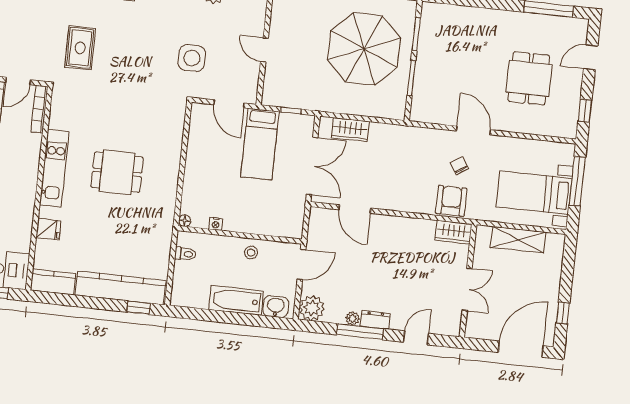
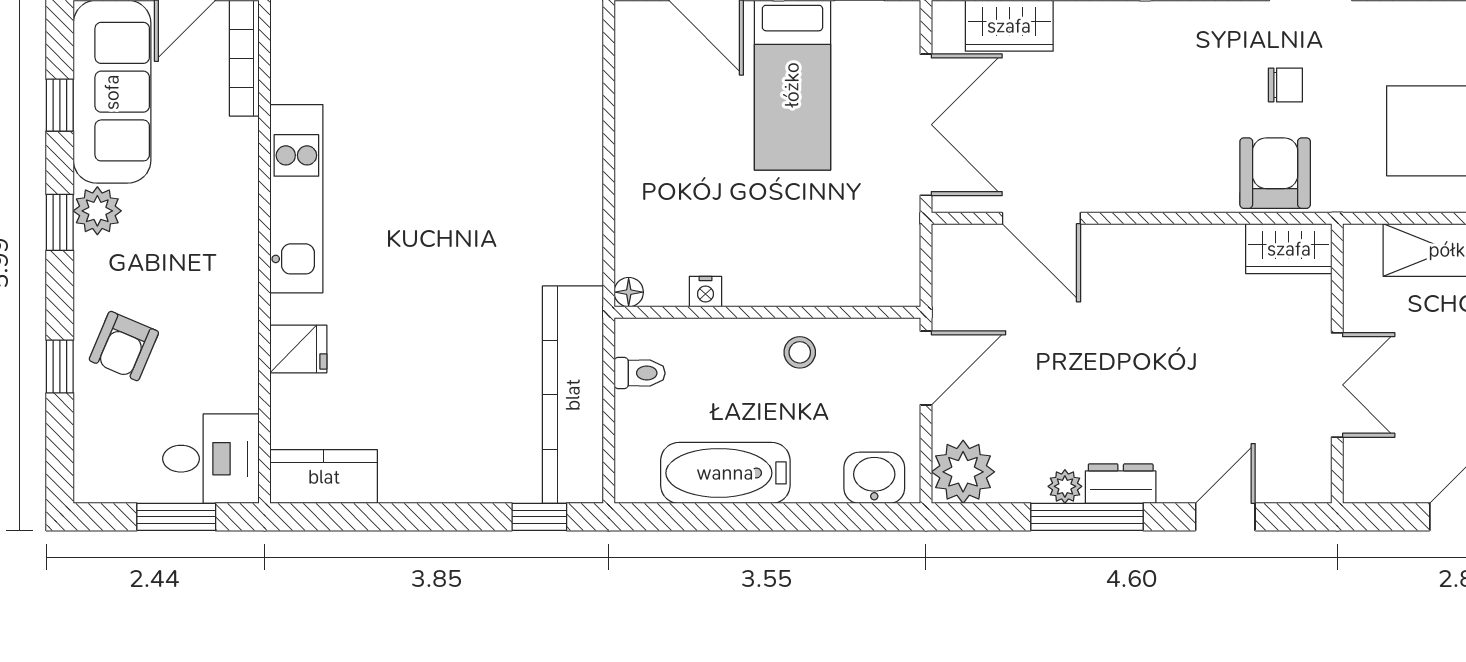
chair: (459, 166) -> (1285, 85), turned 123
dining table: (117, 172) -> (451, 192), removed
kitchen counter: (120, 288) -> (573, 395), moved, turned -90
bathtub: (236, 300) -> (725, 473), moved

